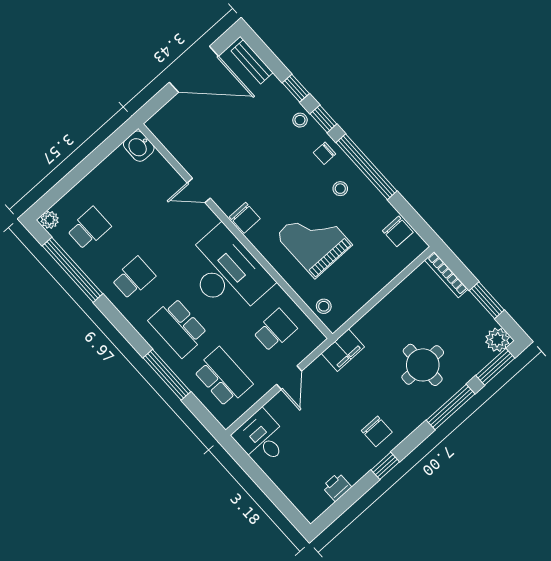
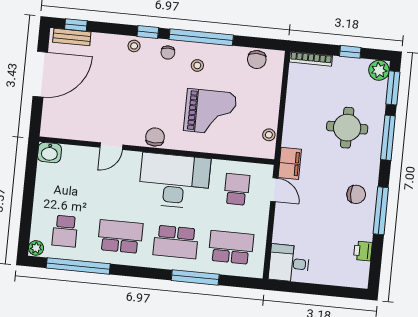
window: (296, 88) -> (76, 25), moved
chair: (245, 218) -> (155, 137), turned -90
school desk: (89, 228) -> (65, 231), turned 180
chair: (398, 231) -> (257, 60), turned 90
grand piano: (314, 240) -> (210, 112), turned 180
school desk: (134, 278) -> (120, 237), width x1.85
window: (487, 300) -> (350, 52), width x0.67
stool: (324, 306) -> (269, 135), moved
door: (289, 378) -> (274, 190), moved
window: (385, 466) -> (381, 211), width x2.17

